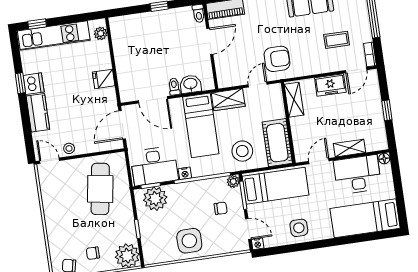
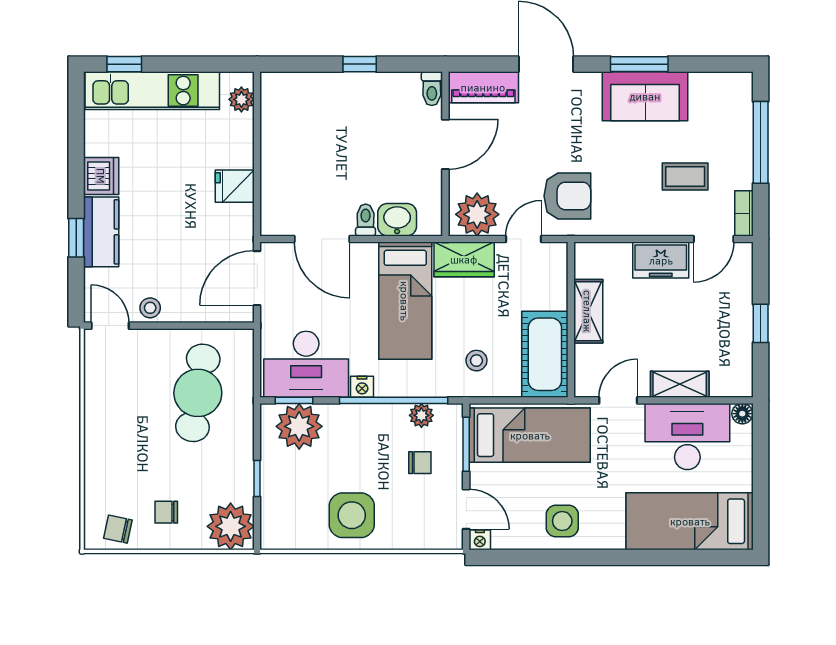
plant: (232, 75) -> (477, 214), added
window: (20, 83) -> (76, 238), moved
shelving: (294, 100) -> (588, 311), moved
stool: (242, 151) -> (476, 361), width x0.53, depth x0.53
plant: (233, 181) -> (421, 415), moved

